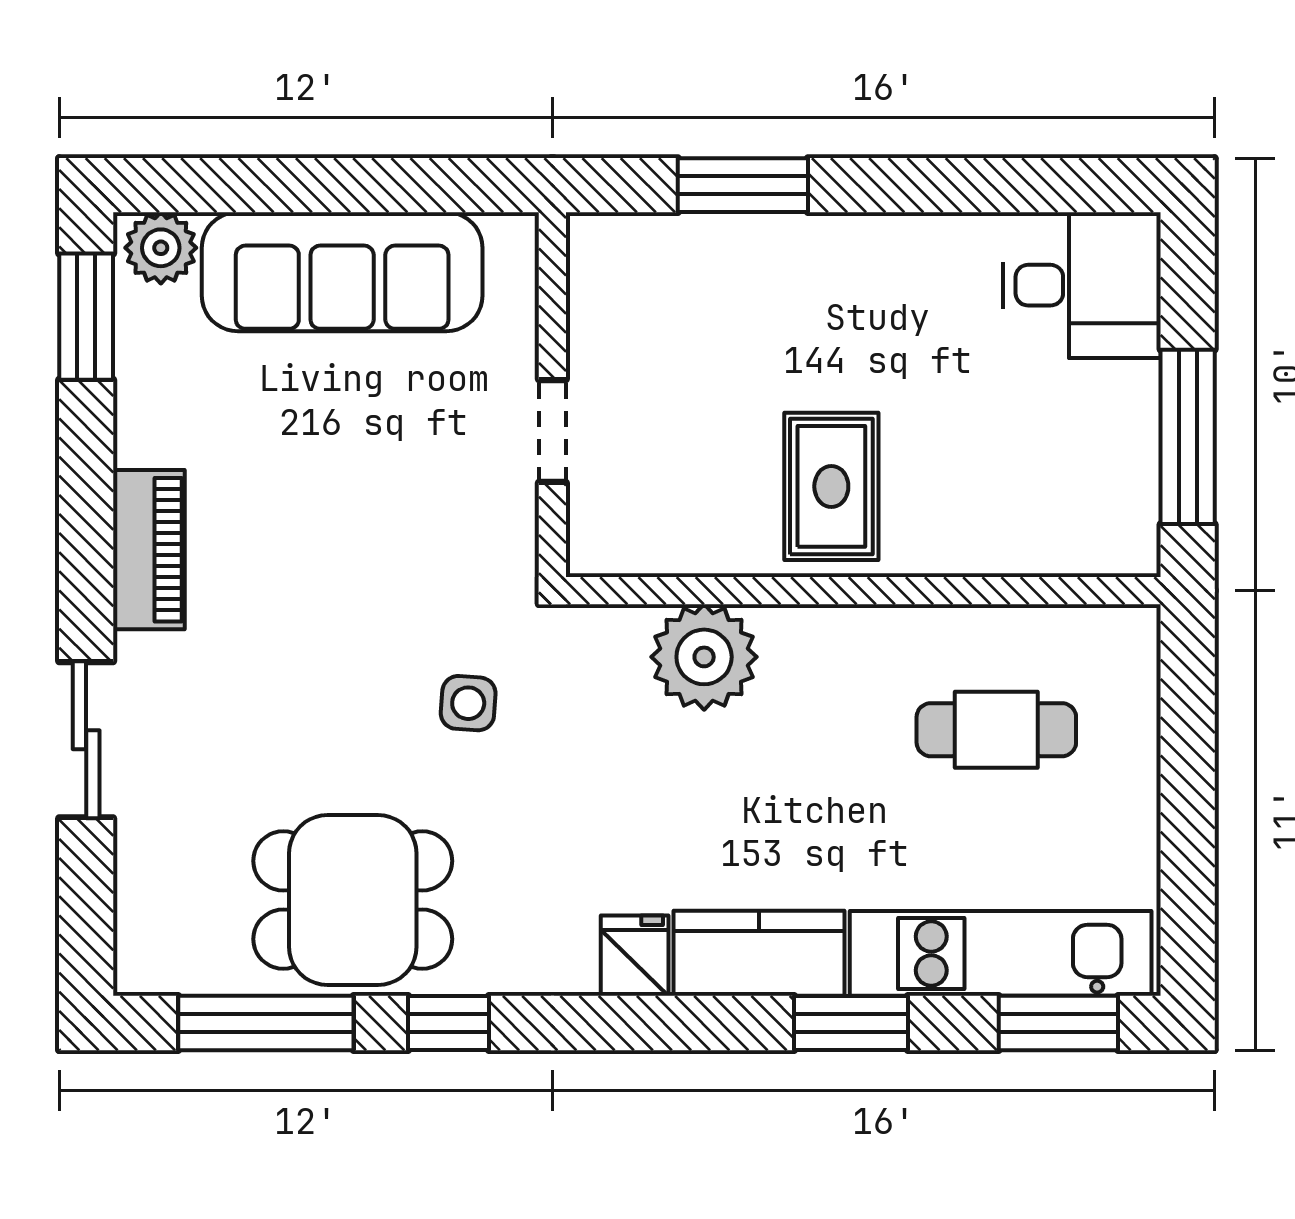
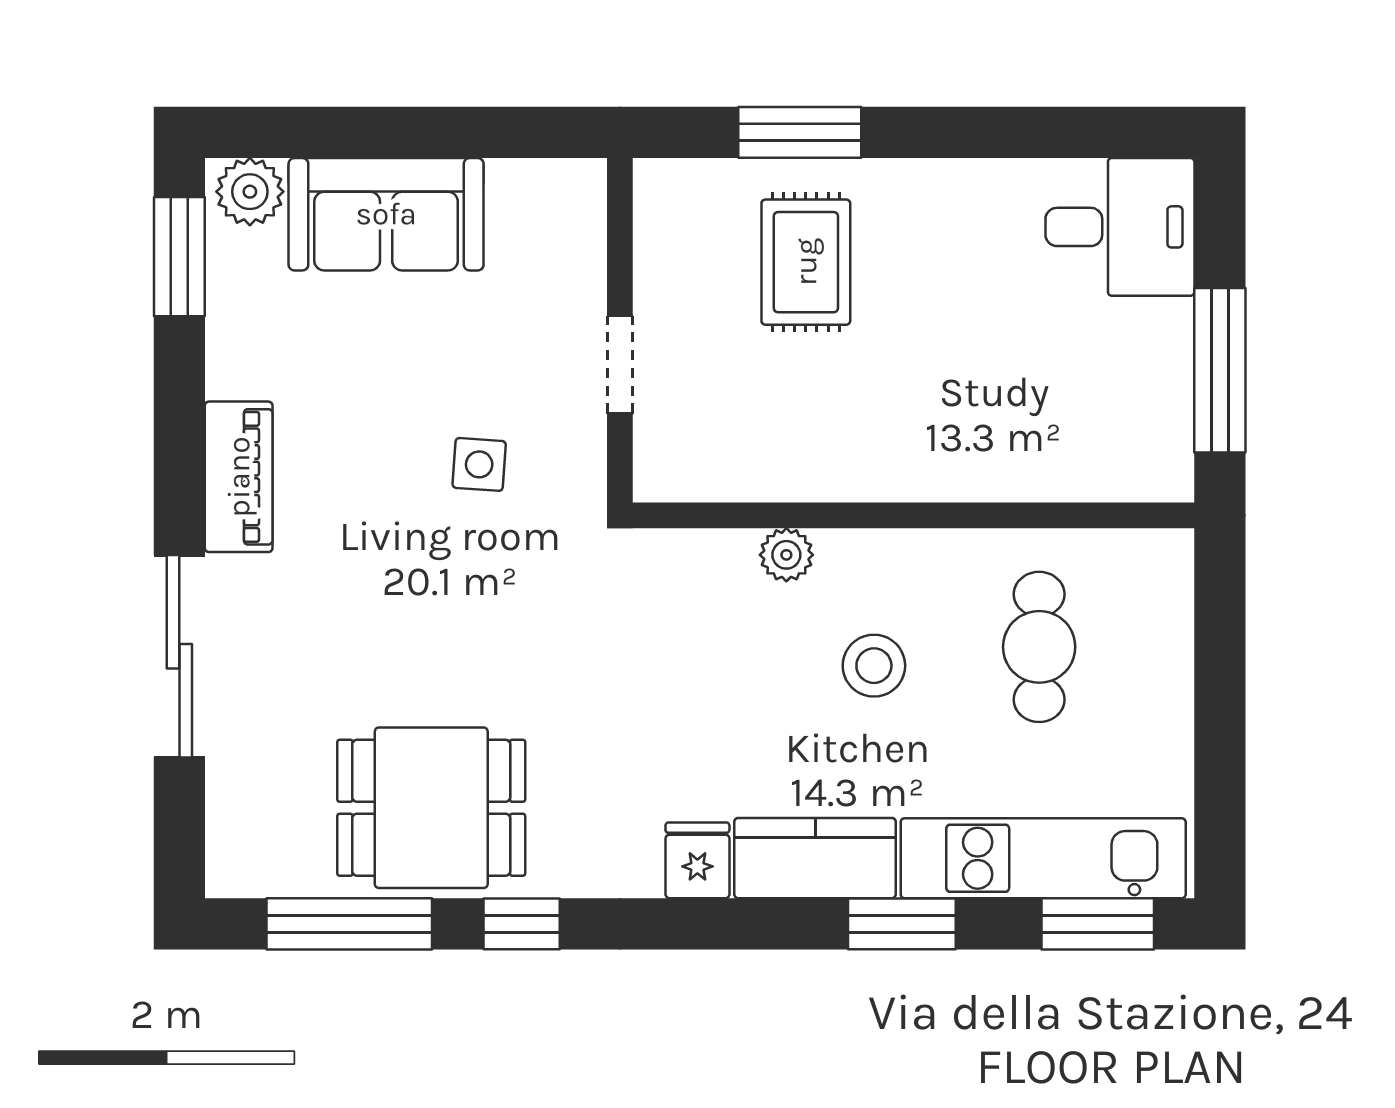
sofa: (342, 272) -> (386, 214), width x0.73
rug: (831, 486) -> (806, 262), moved
plant: (704, 657) -> (786, 555), width x0.53, depth x0.53
side table: (468, 703) -> (479, 464), moved
cafe table: (996, 730) -> (1039, 647), turned 90
sliding door: (86, 740) -> (179, 656), width x1.37
stool: (821, 750) -> (874, 666), added

